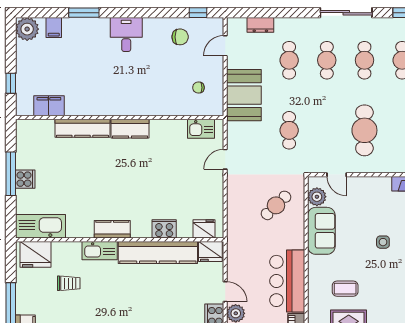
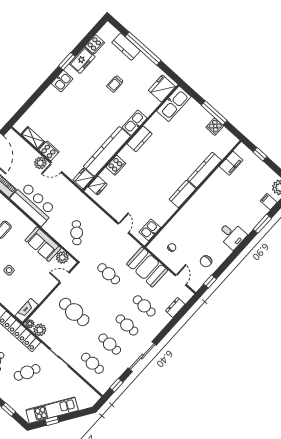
cooker: (25, 179) -> (215, 127), moved
trolley: (69, 283) -> (115, 84), moved

